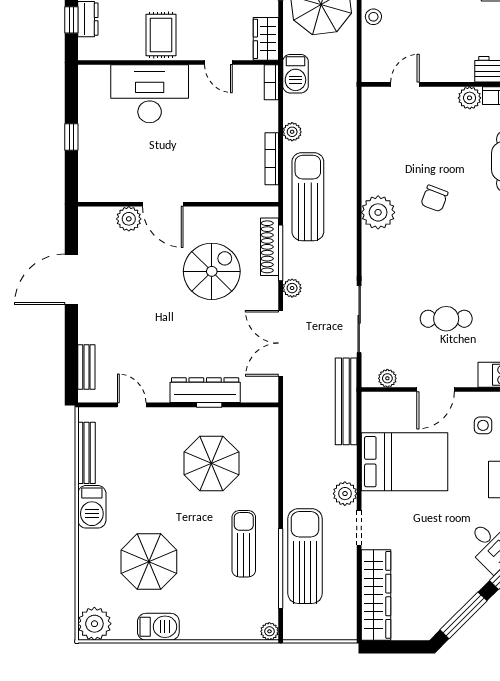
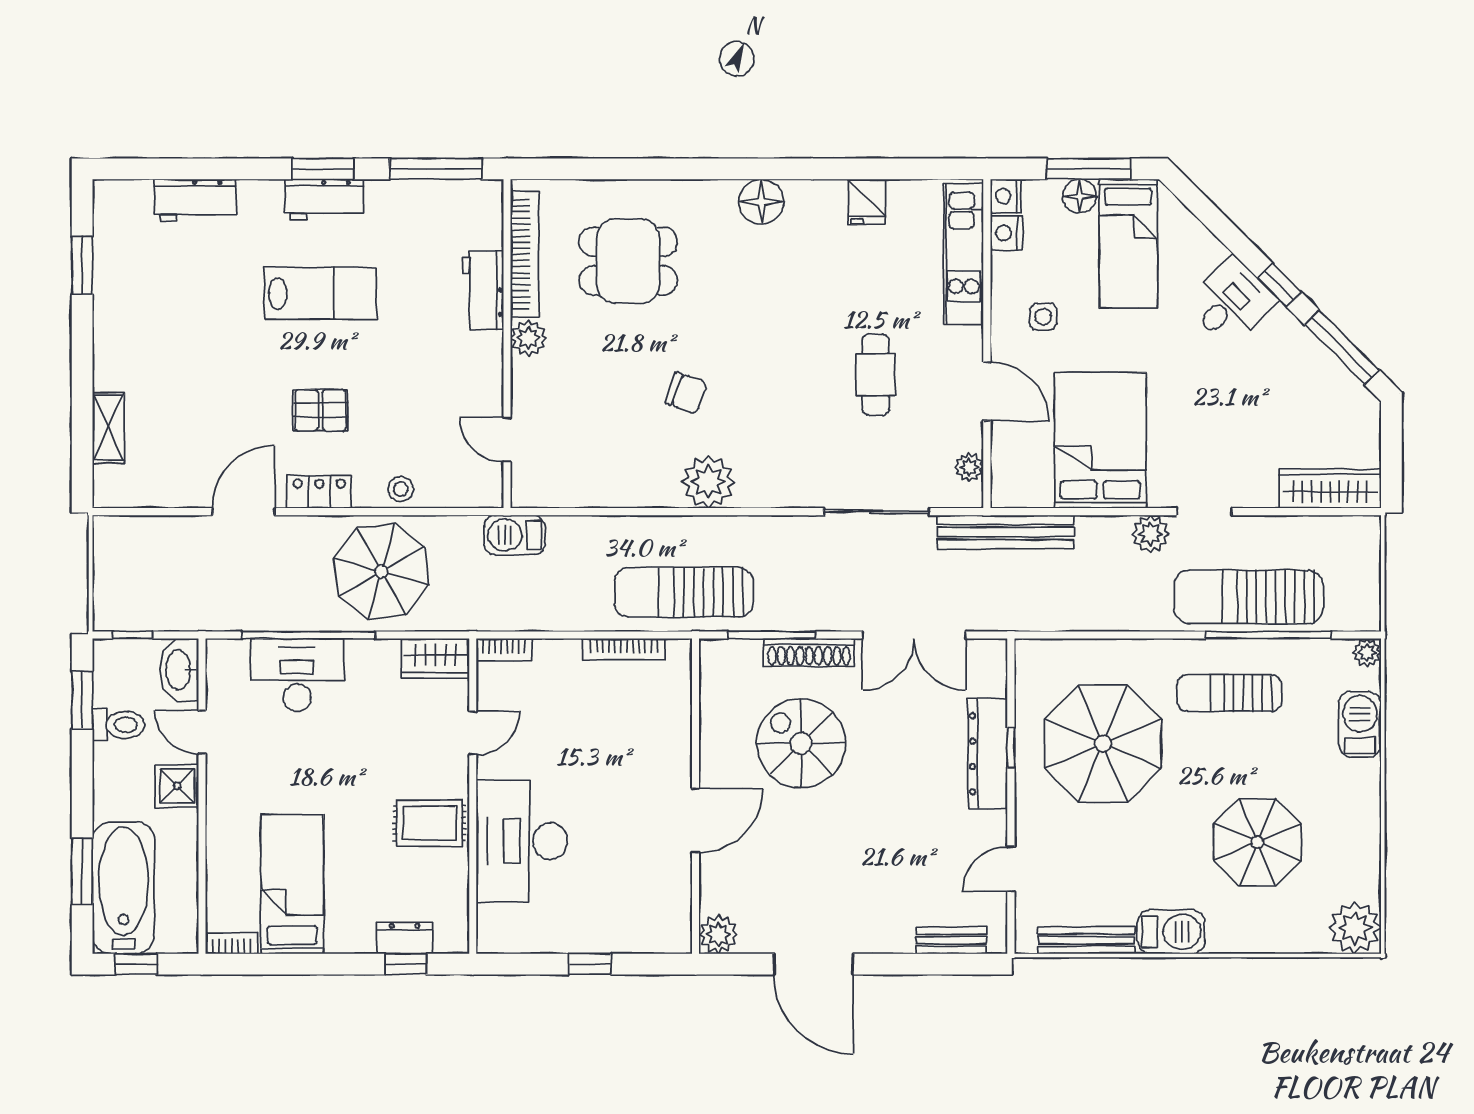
barbecue: (295, 74) -> (515, 535), moved, turned 180
plant: (292, 132) -> (582, 617), removed
plant: (129, 219) -> (718, 934), moved
shoe rack: (270, 247) -> (809, 652), moved
plant: (292, 288) -> (827, 617), removed
parasol: (211, 463) -> (1103, 744), width x1.36, depth x1.36
wardrobe: (376, 595) -> (1330, 489), width x0.71, depth x0.85
barbecue: (158, 627) -> (1360, 724), moved

